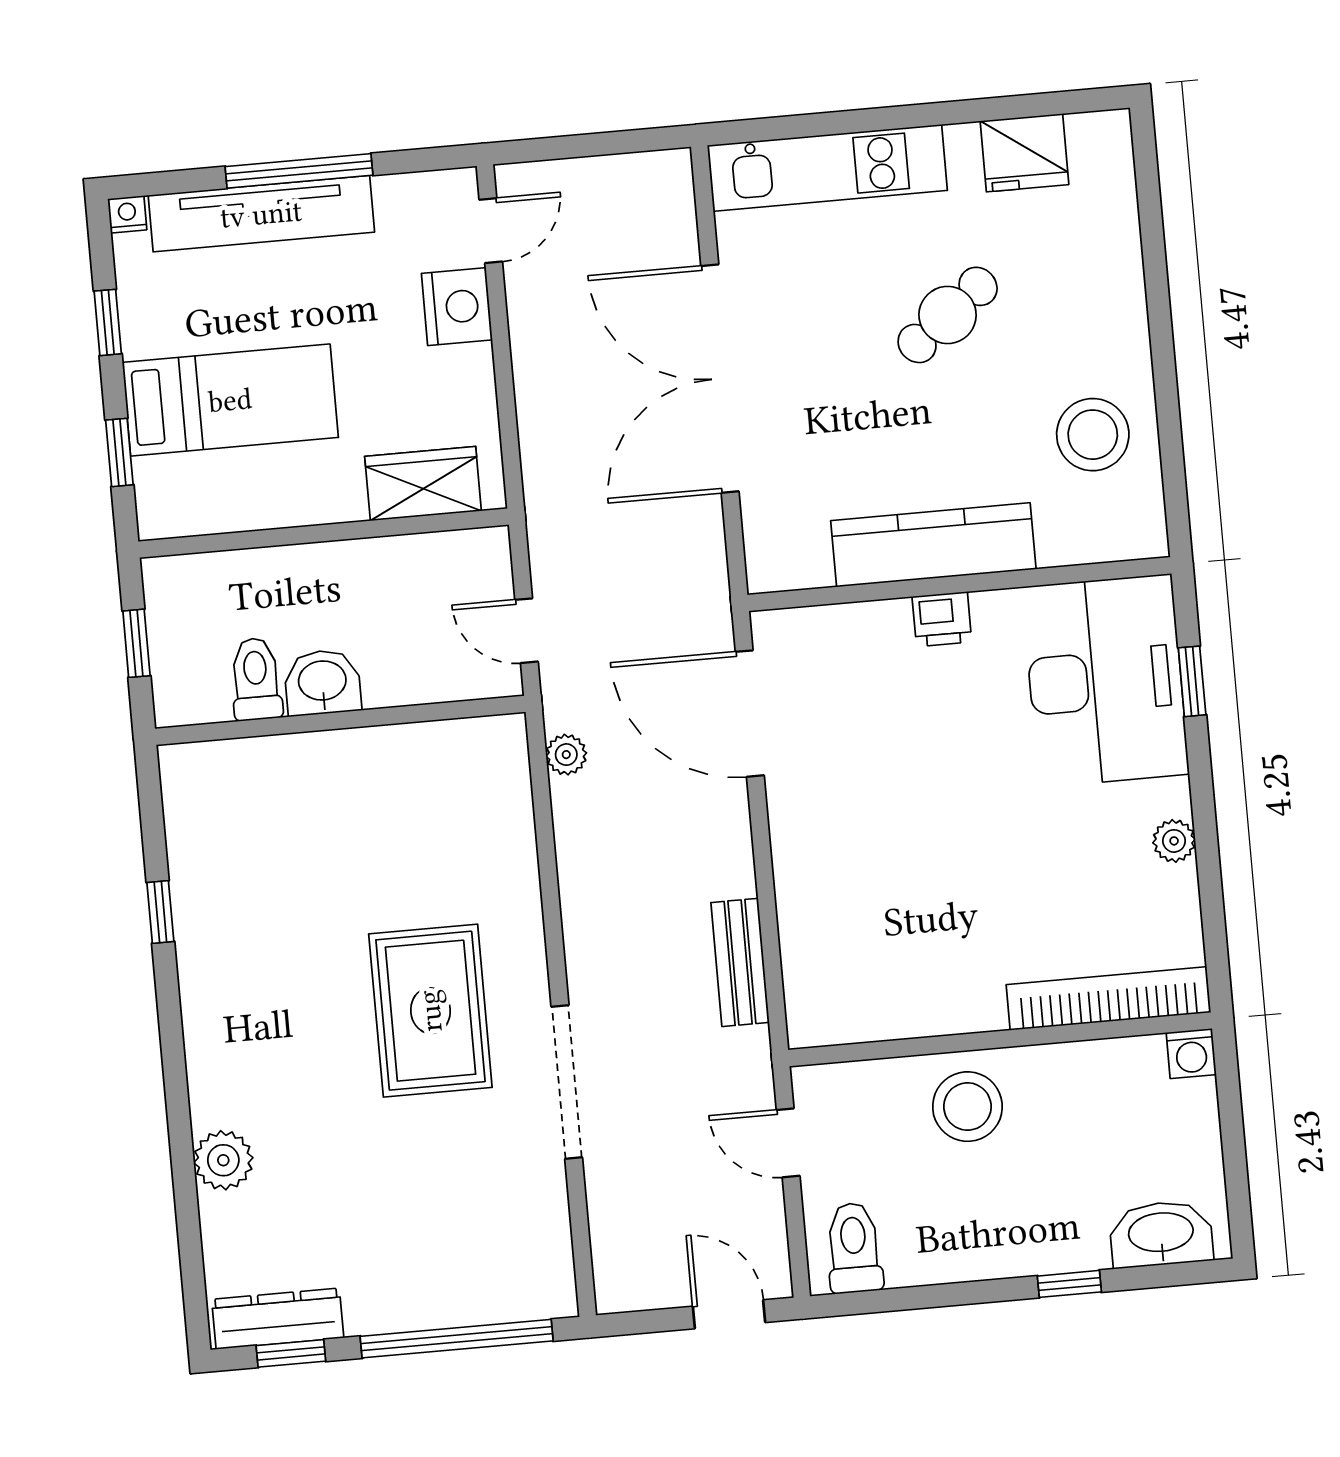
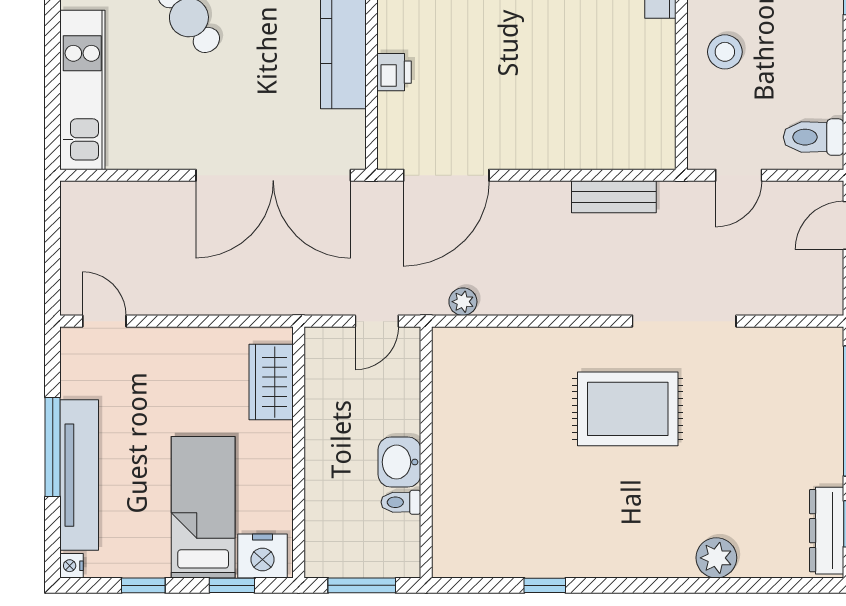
nightstand: (457, 307) -> (262, 556), moved, turned 180
double door: (720, 379) -> (273, 175), moved
printer: (942, 619) -> (394, 72), moved
window: (136, 643) -> (362, 585), width x1.50
toilet: (256, 679) -> (401, 502), width x0.73, depth x0.72
stool: (967, 1107) -> (725, 52), width x0.73, depth x0.73

